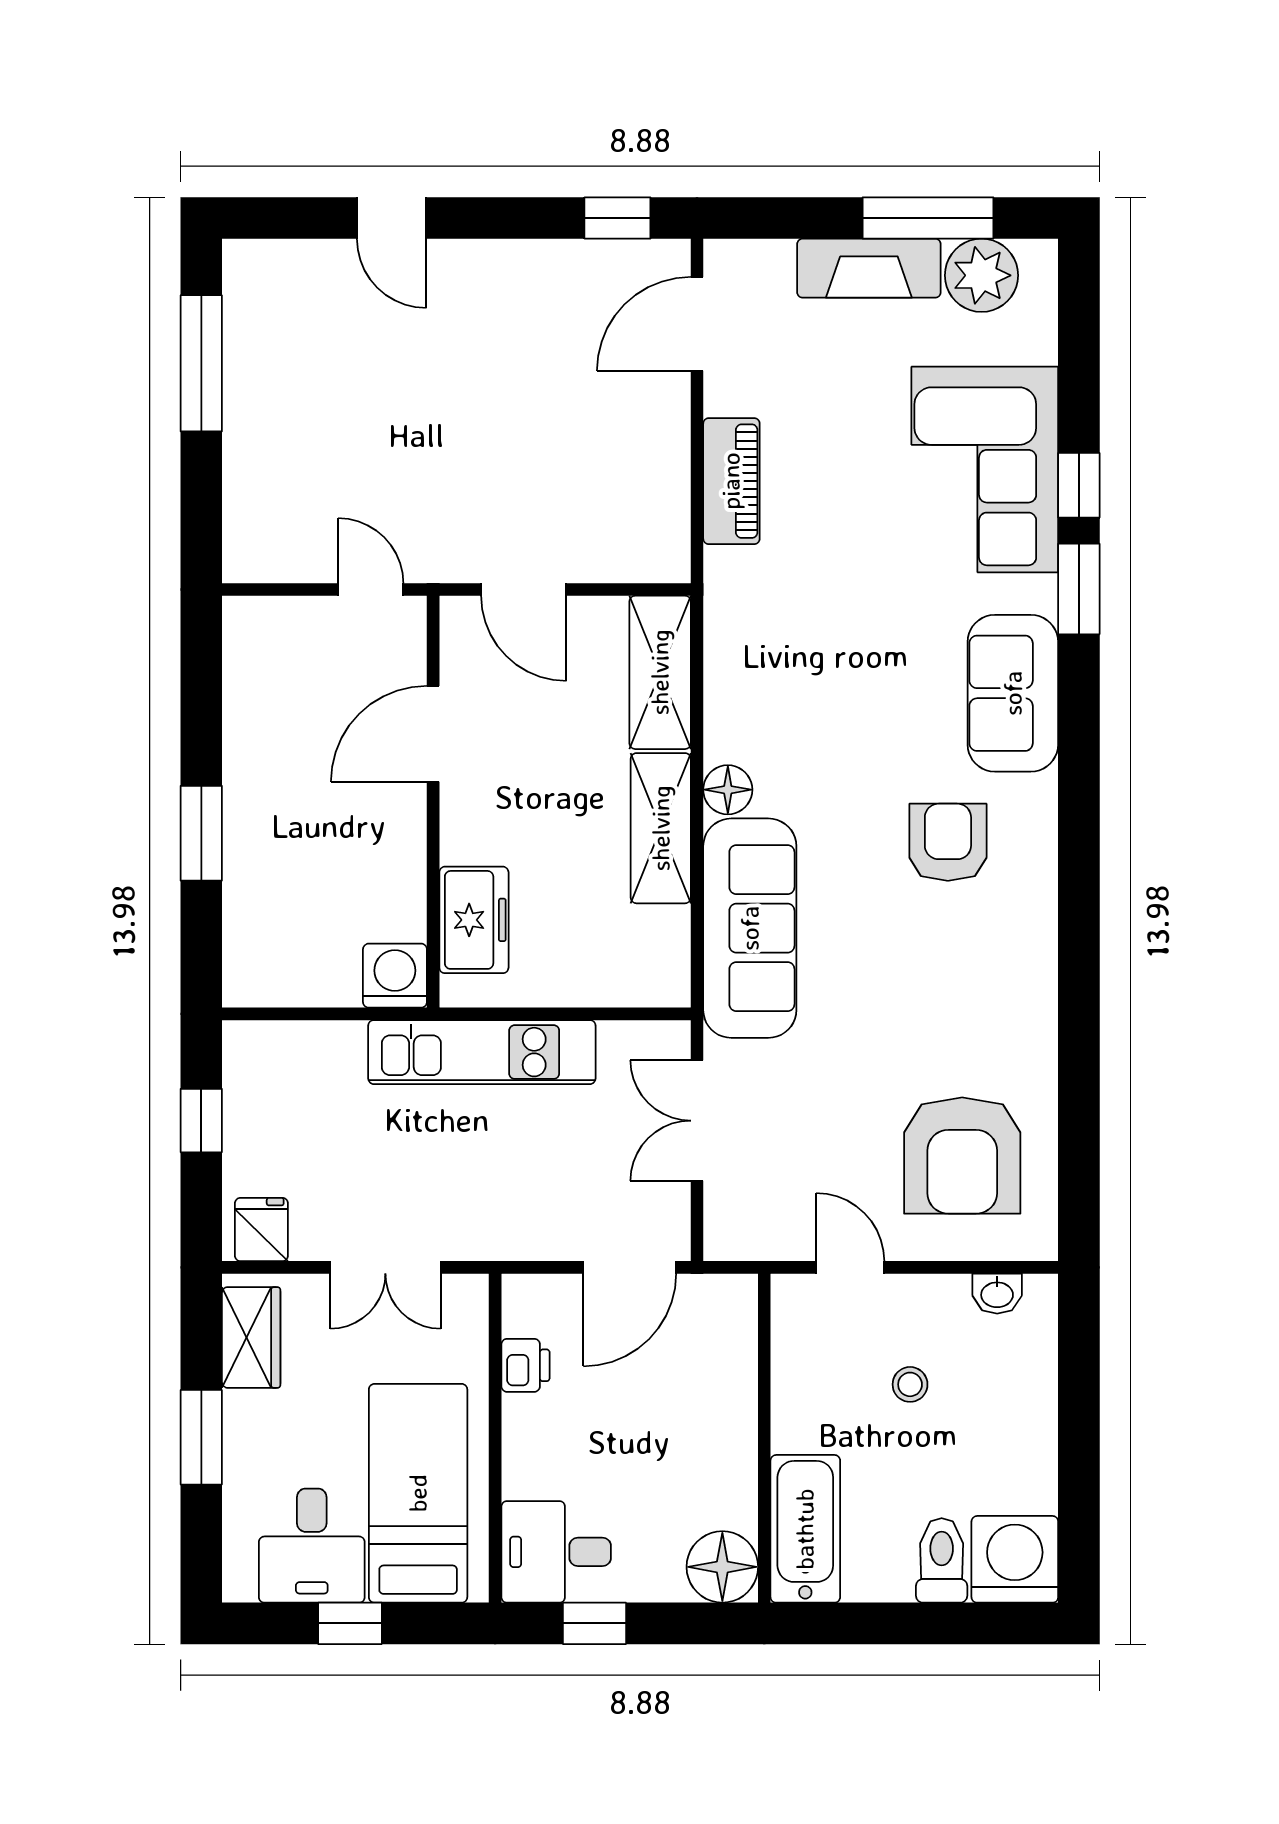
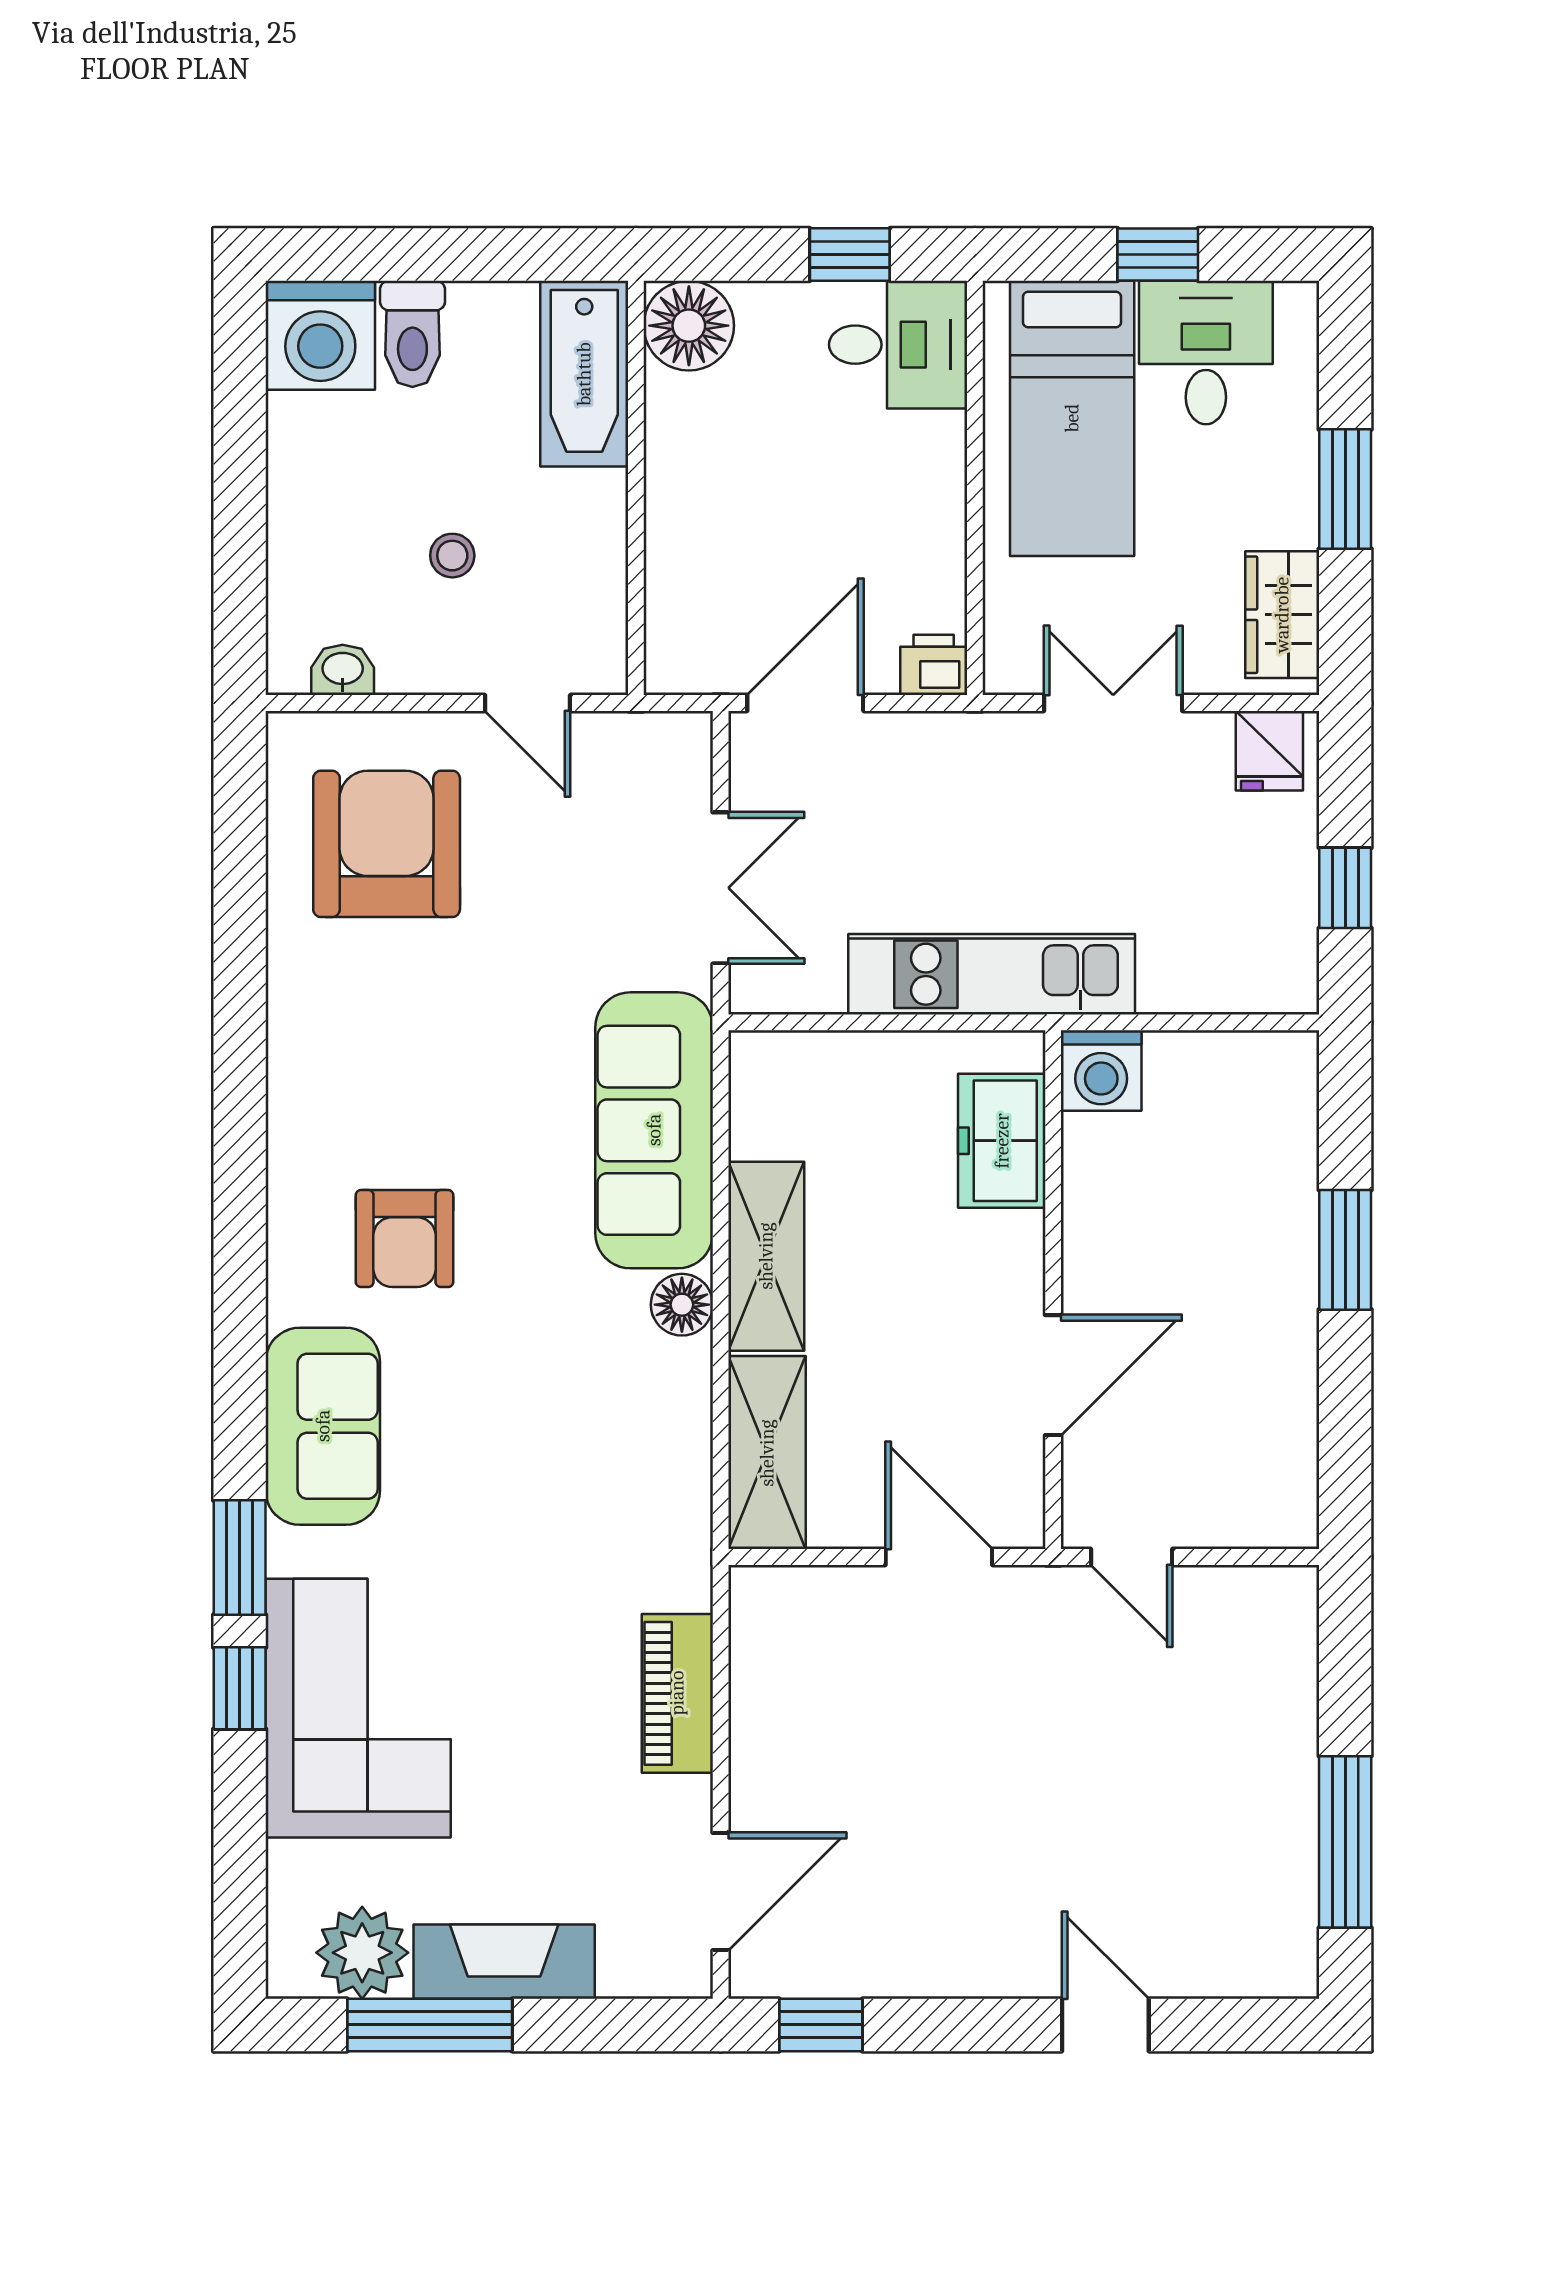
printer: (525, 1365) -> (934, 665), moved, turned 90

